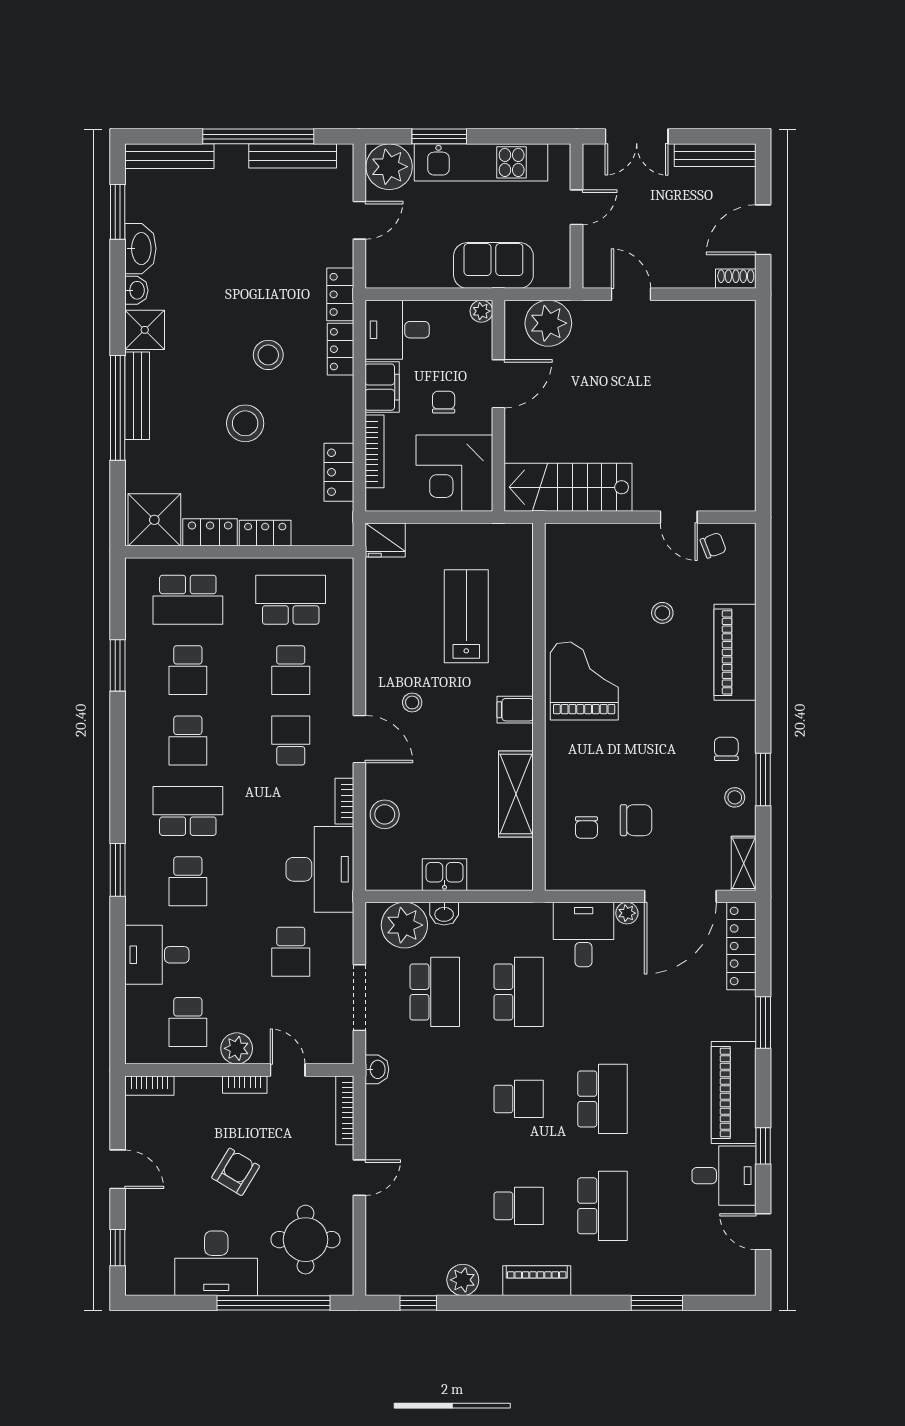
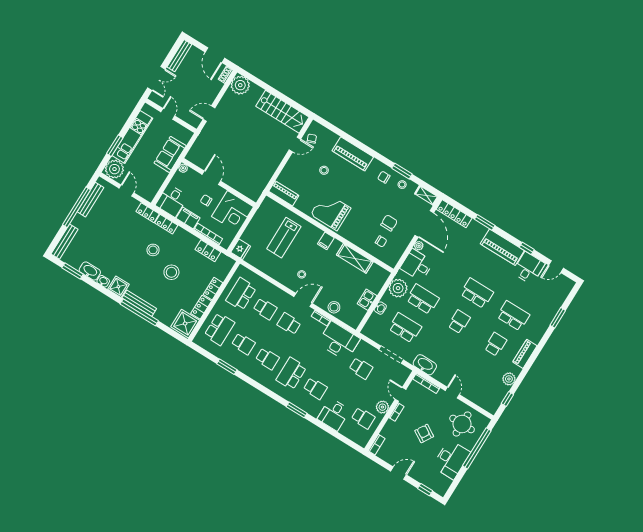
plant: (548, 323) -> (240, 85), moved
stairs: (568, 487) -> (282, 112), moved, turned -90
piano: (560, 558) -> (284, 193), added
lab bench: (466, 616) -> (284, 238), turned -90
plant: (404, 925) -> (398, 288), moved
washbasin: (377, 1069) -> (425, 365), width x1.91, depth x1.45
door: (288, 1070) -> (401, 394), hinge flipped

